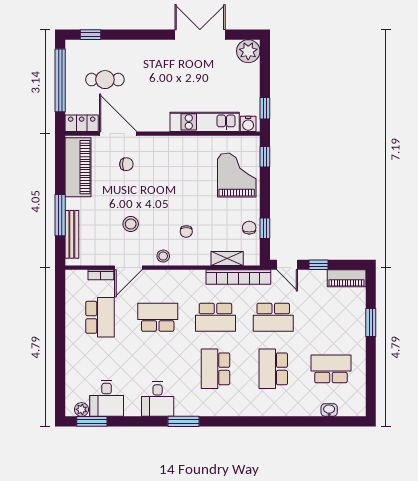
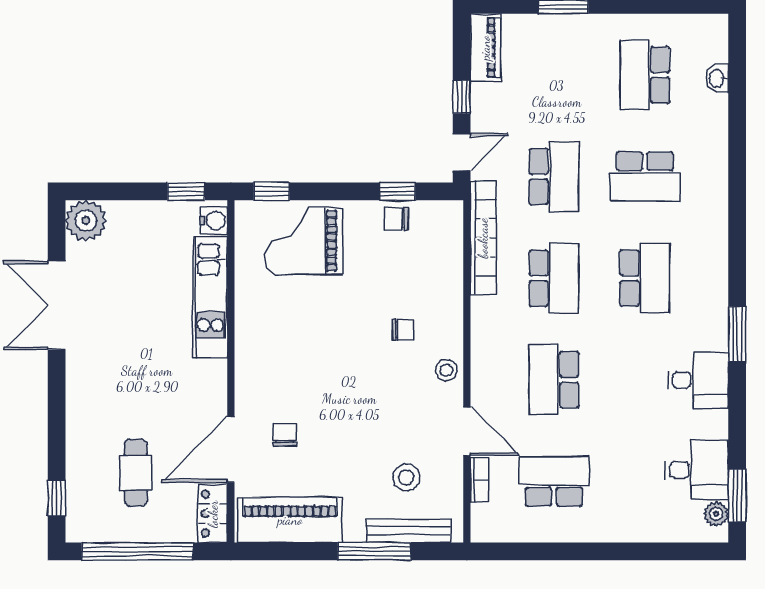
stool: (131, 224) -> (406, 478), moved
shelving: (227, 259) -> (451, 258), removed
school desk: (215, 369) -> (645, 278), turned -90

